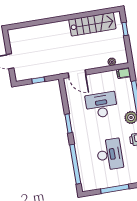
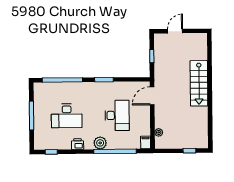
stairs: (92, 24) -> (199, 83), moved

